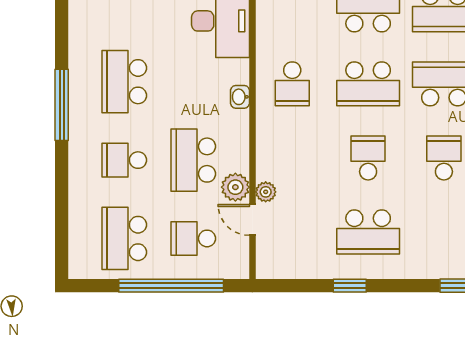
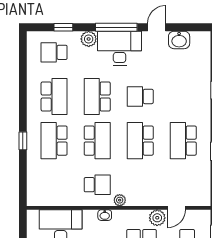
school desk: (368, 158) -> (140, 141), width x1.85
plant: (266, 192) -> (120, 200), moved
school desk: (368, 232) -> (183, 141), turned 180

